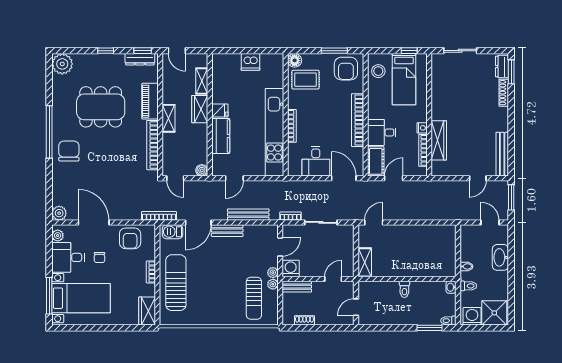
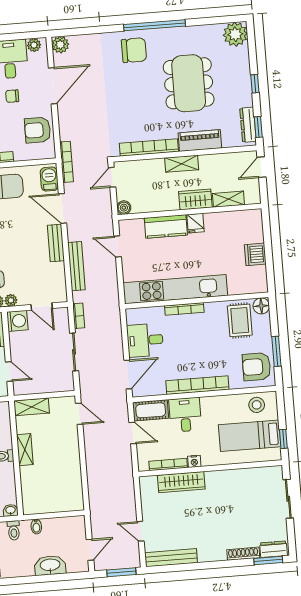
shelving: (401, 271) -> (25, 450), added

